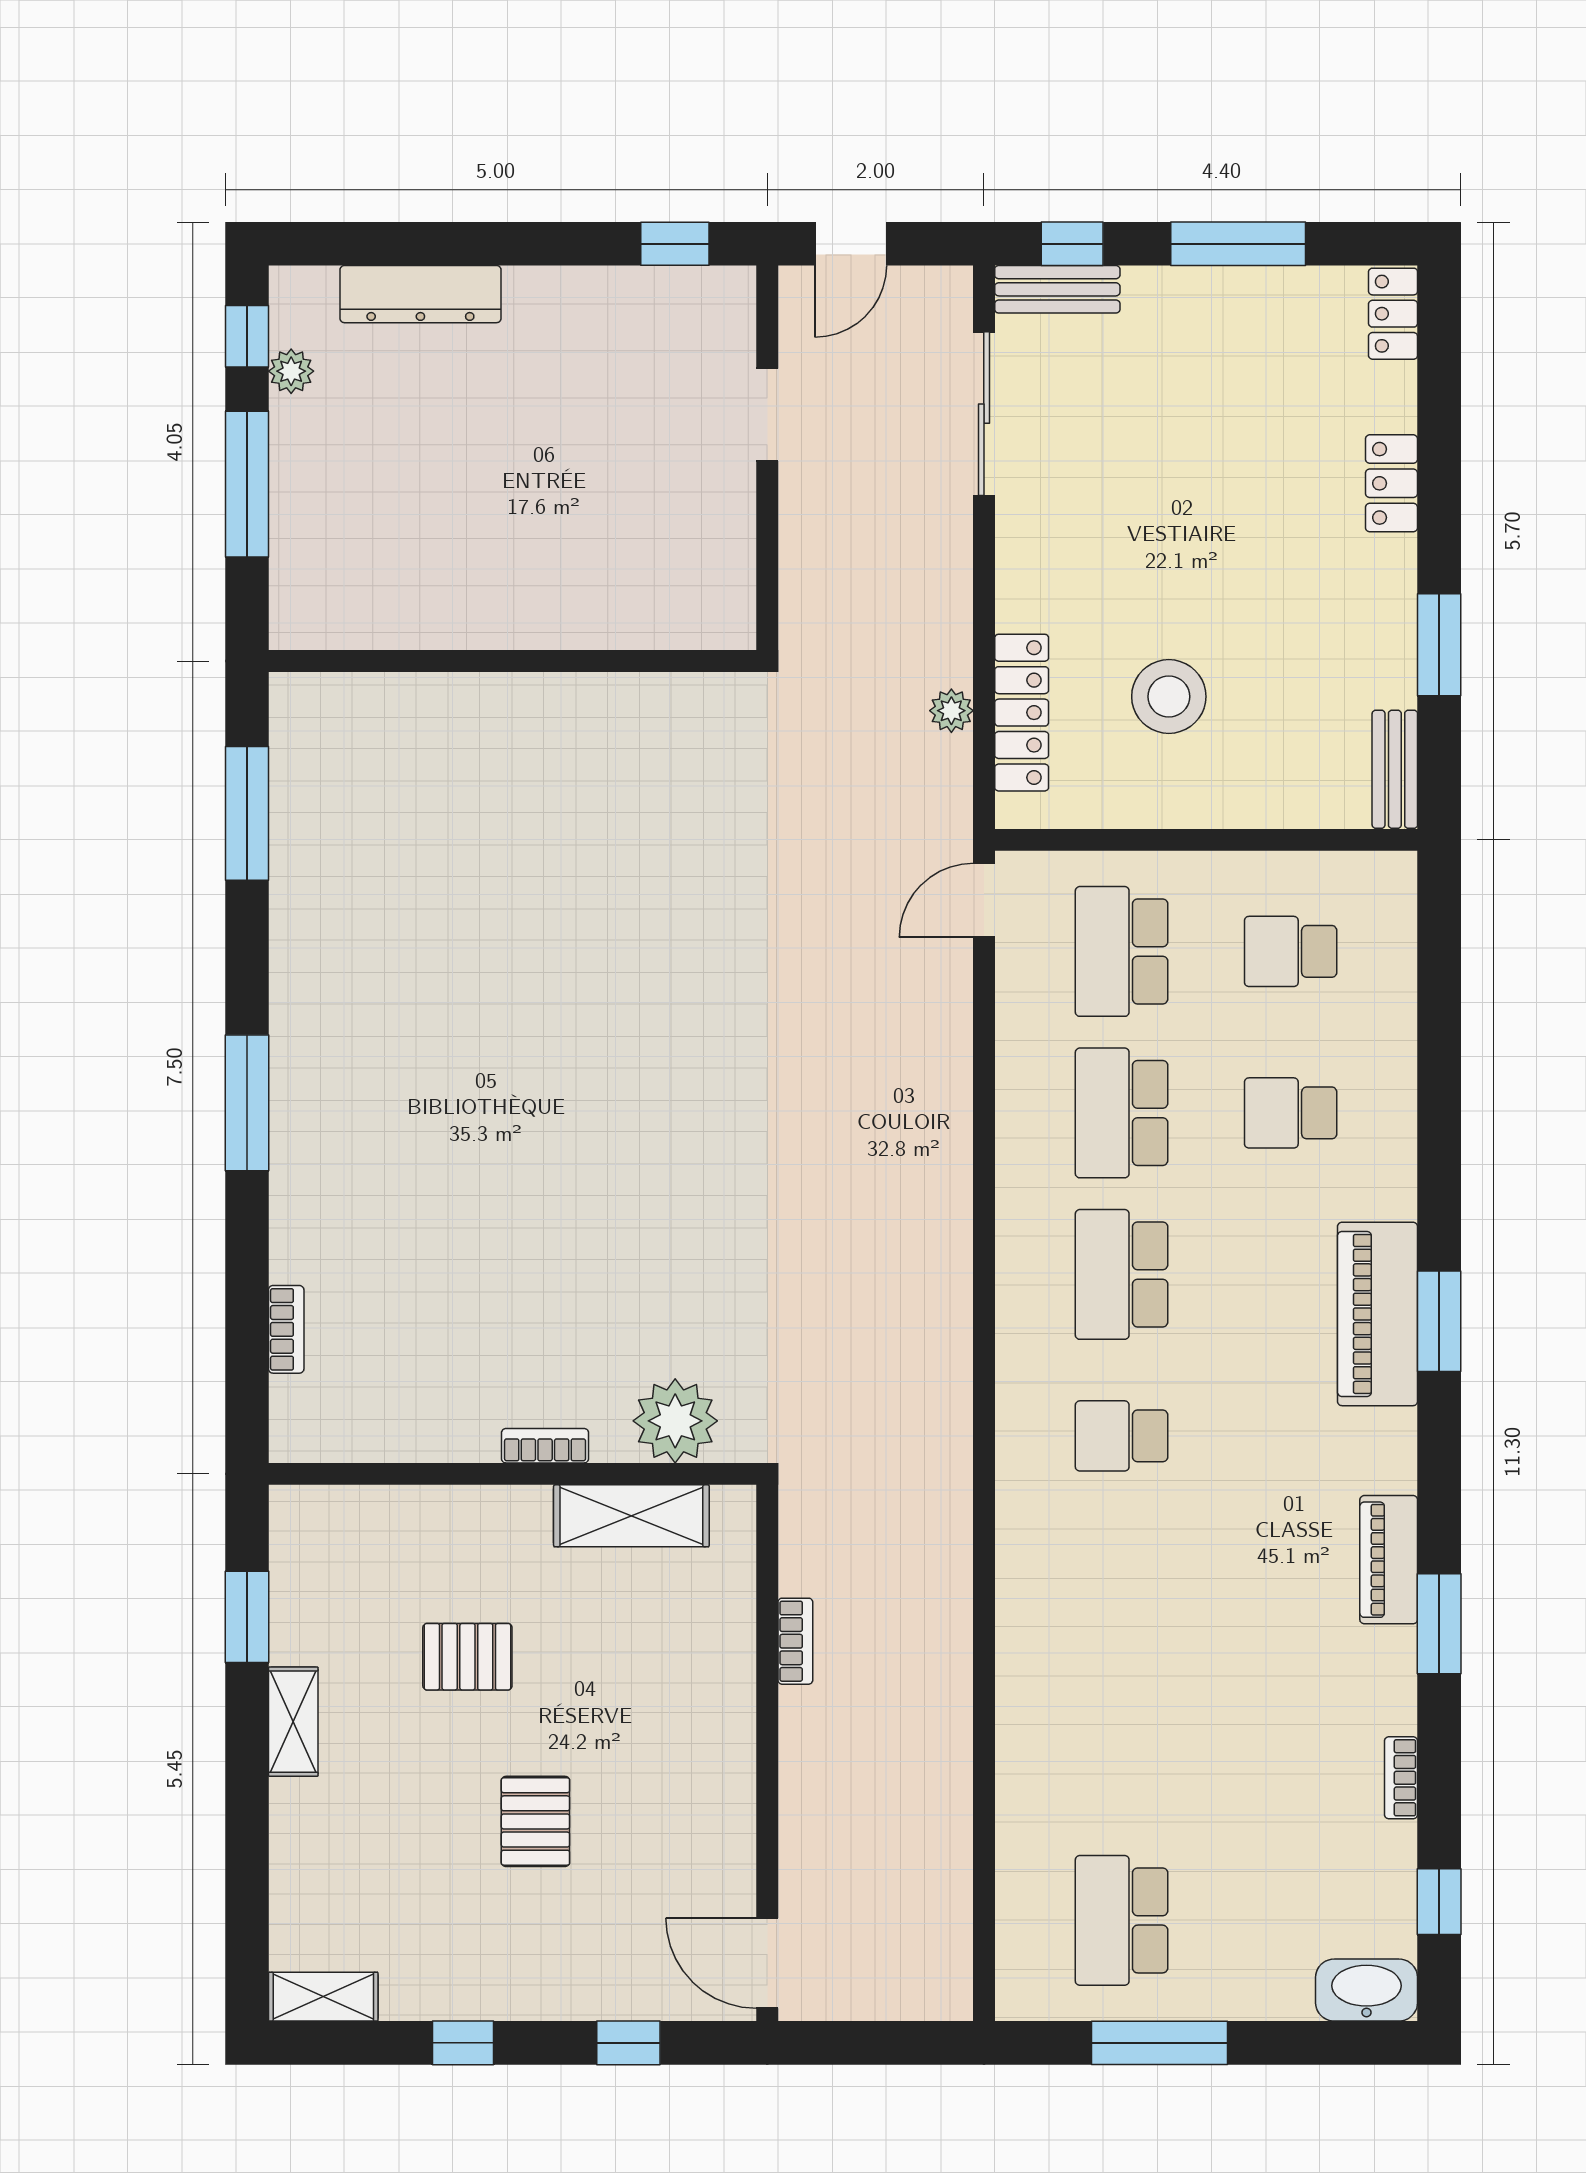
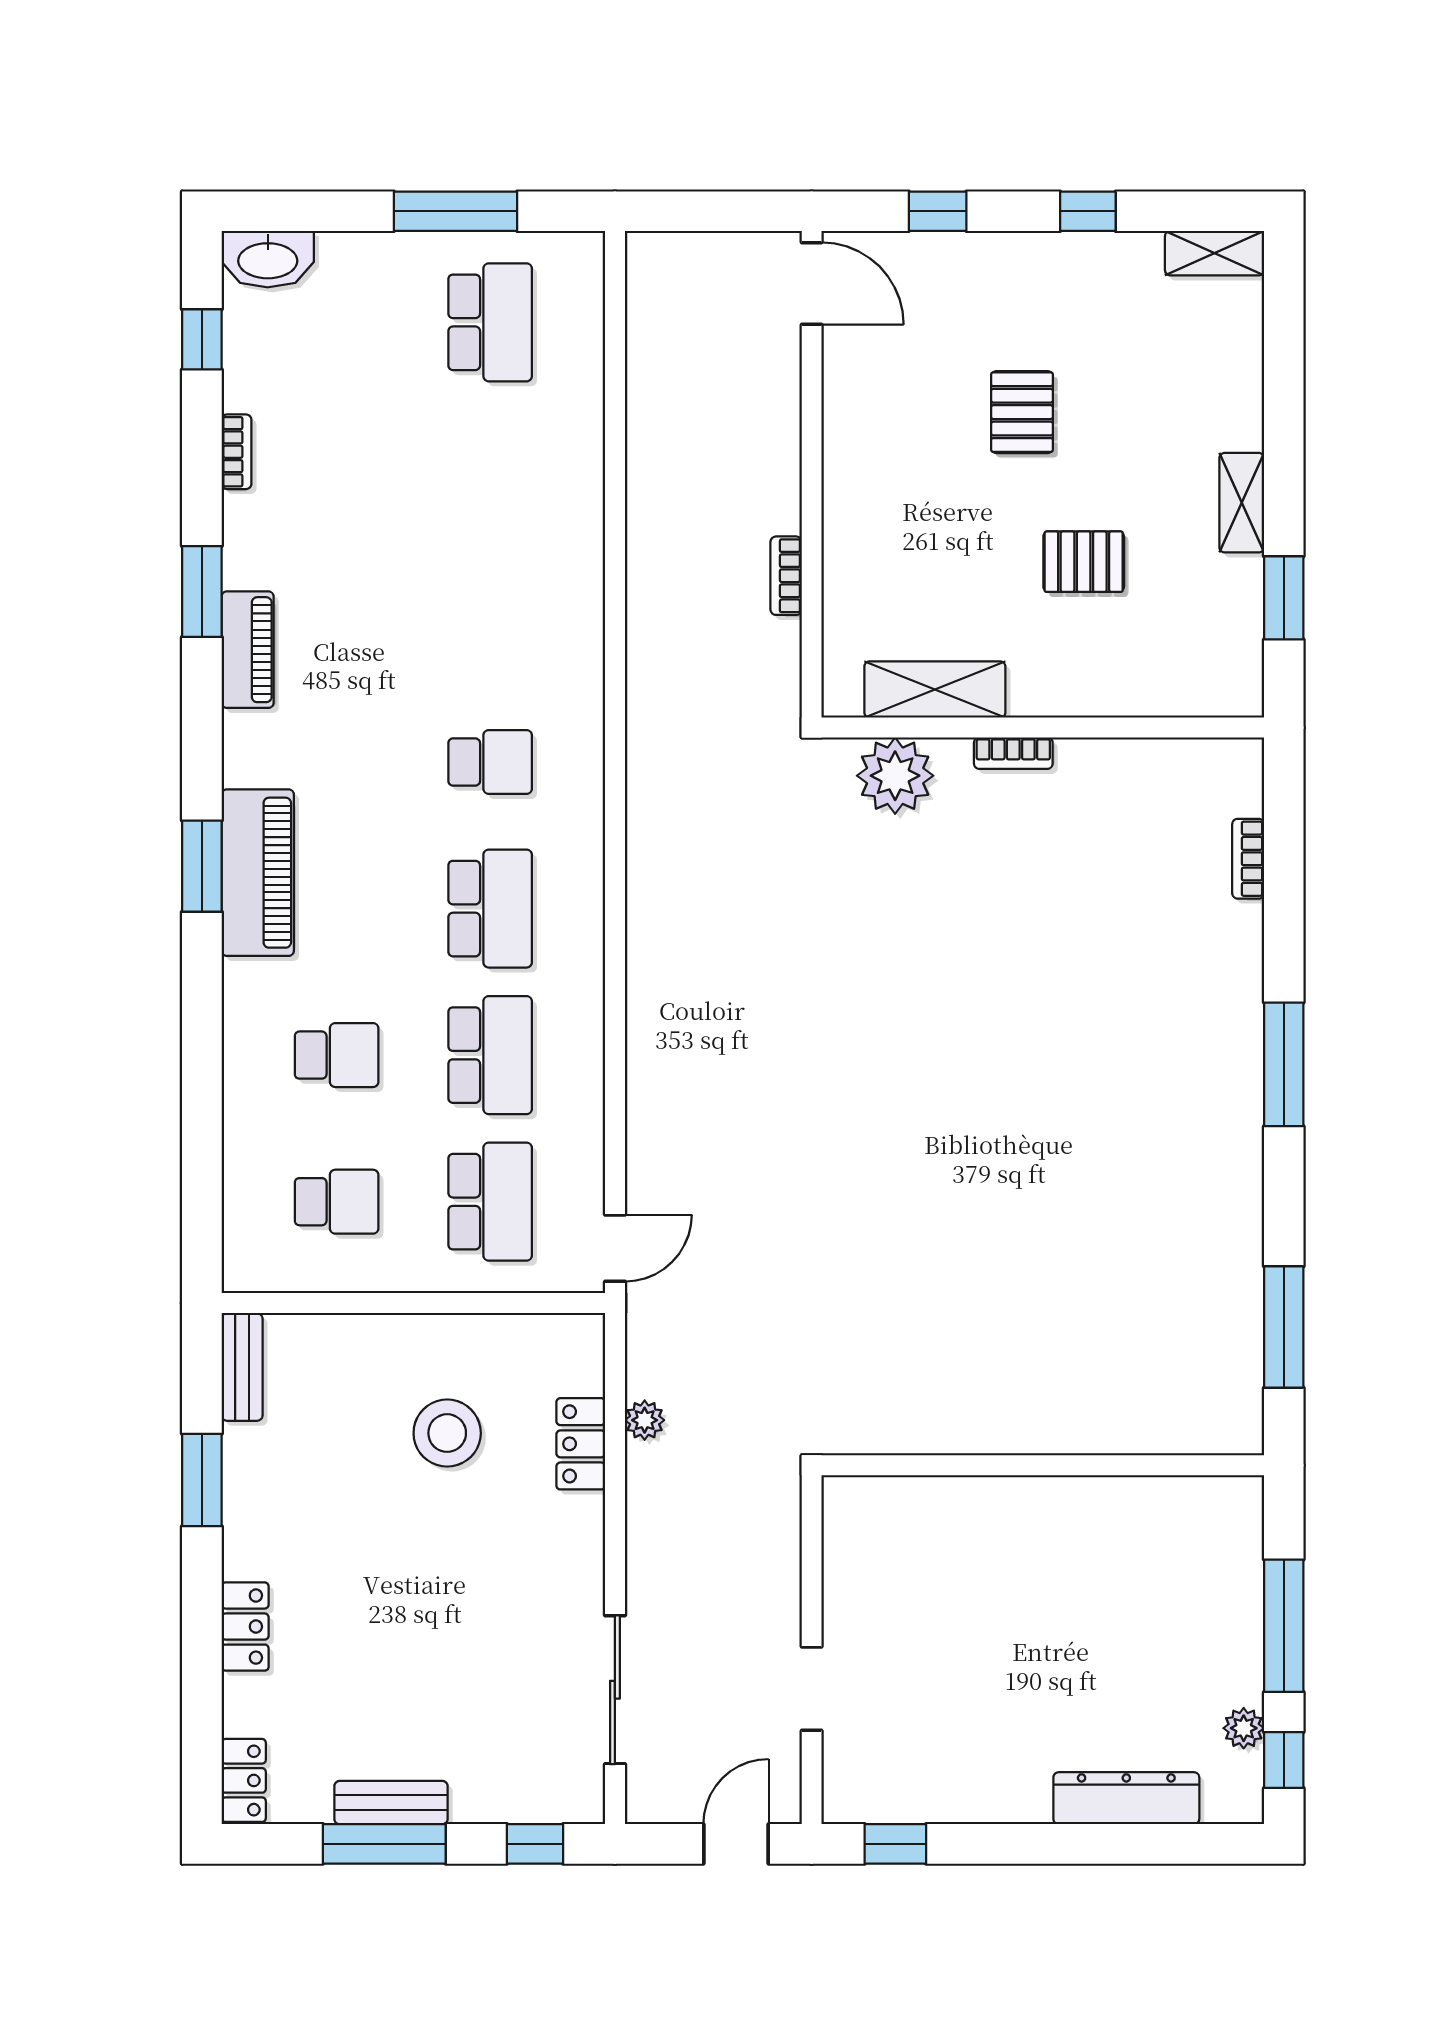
bench: (1057, 289) -> (391, 1803), moved
locker: (1022, 713) -> (581, 1444), width x0.66

